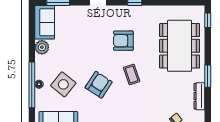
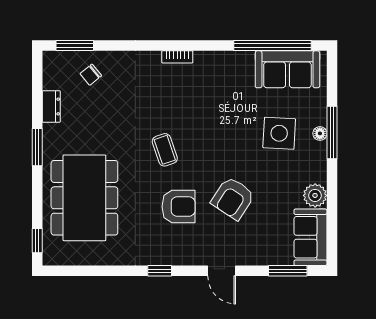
side table: (63, 84) -> (279, 133), turned -36
window: (32, 85) -> (332, 132), width x0.68
armchair: (99, 85) -> (233, 198), moved
dresser: (199, 96) -> (51, 107), width x0.70

